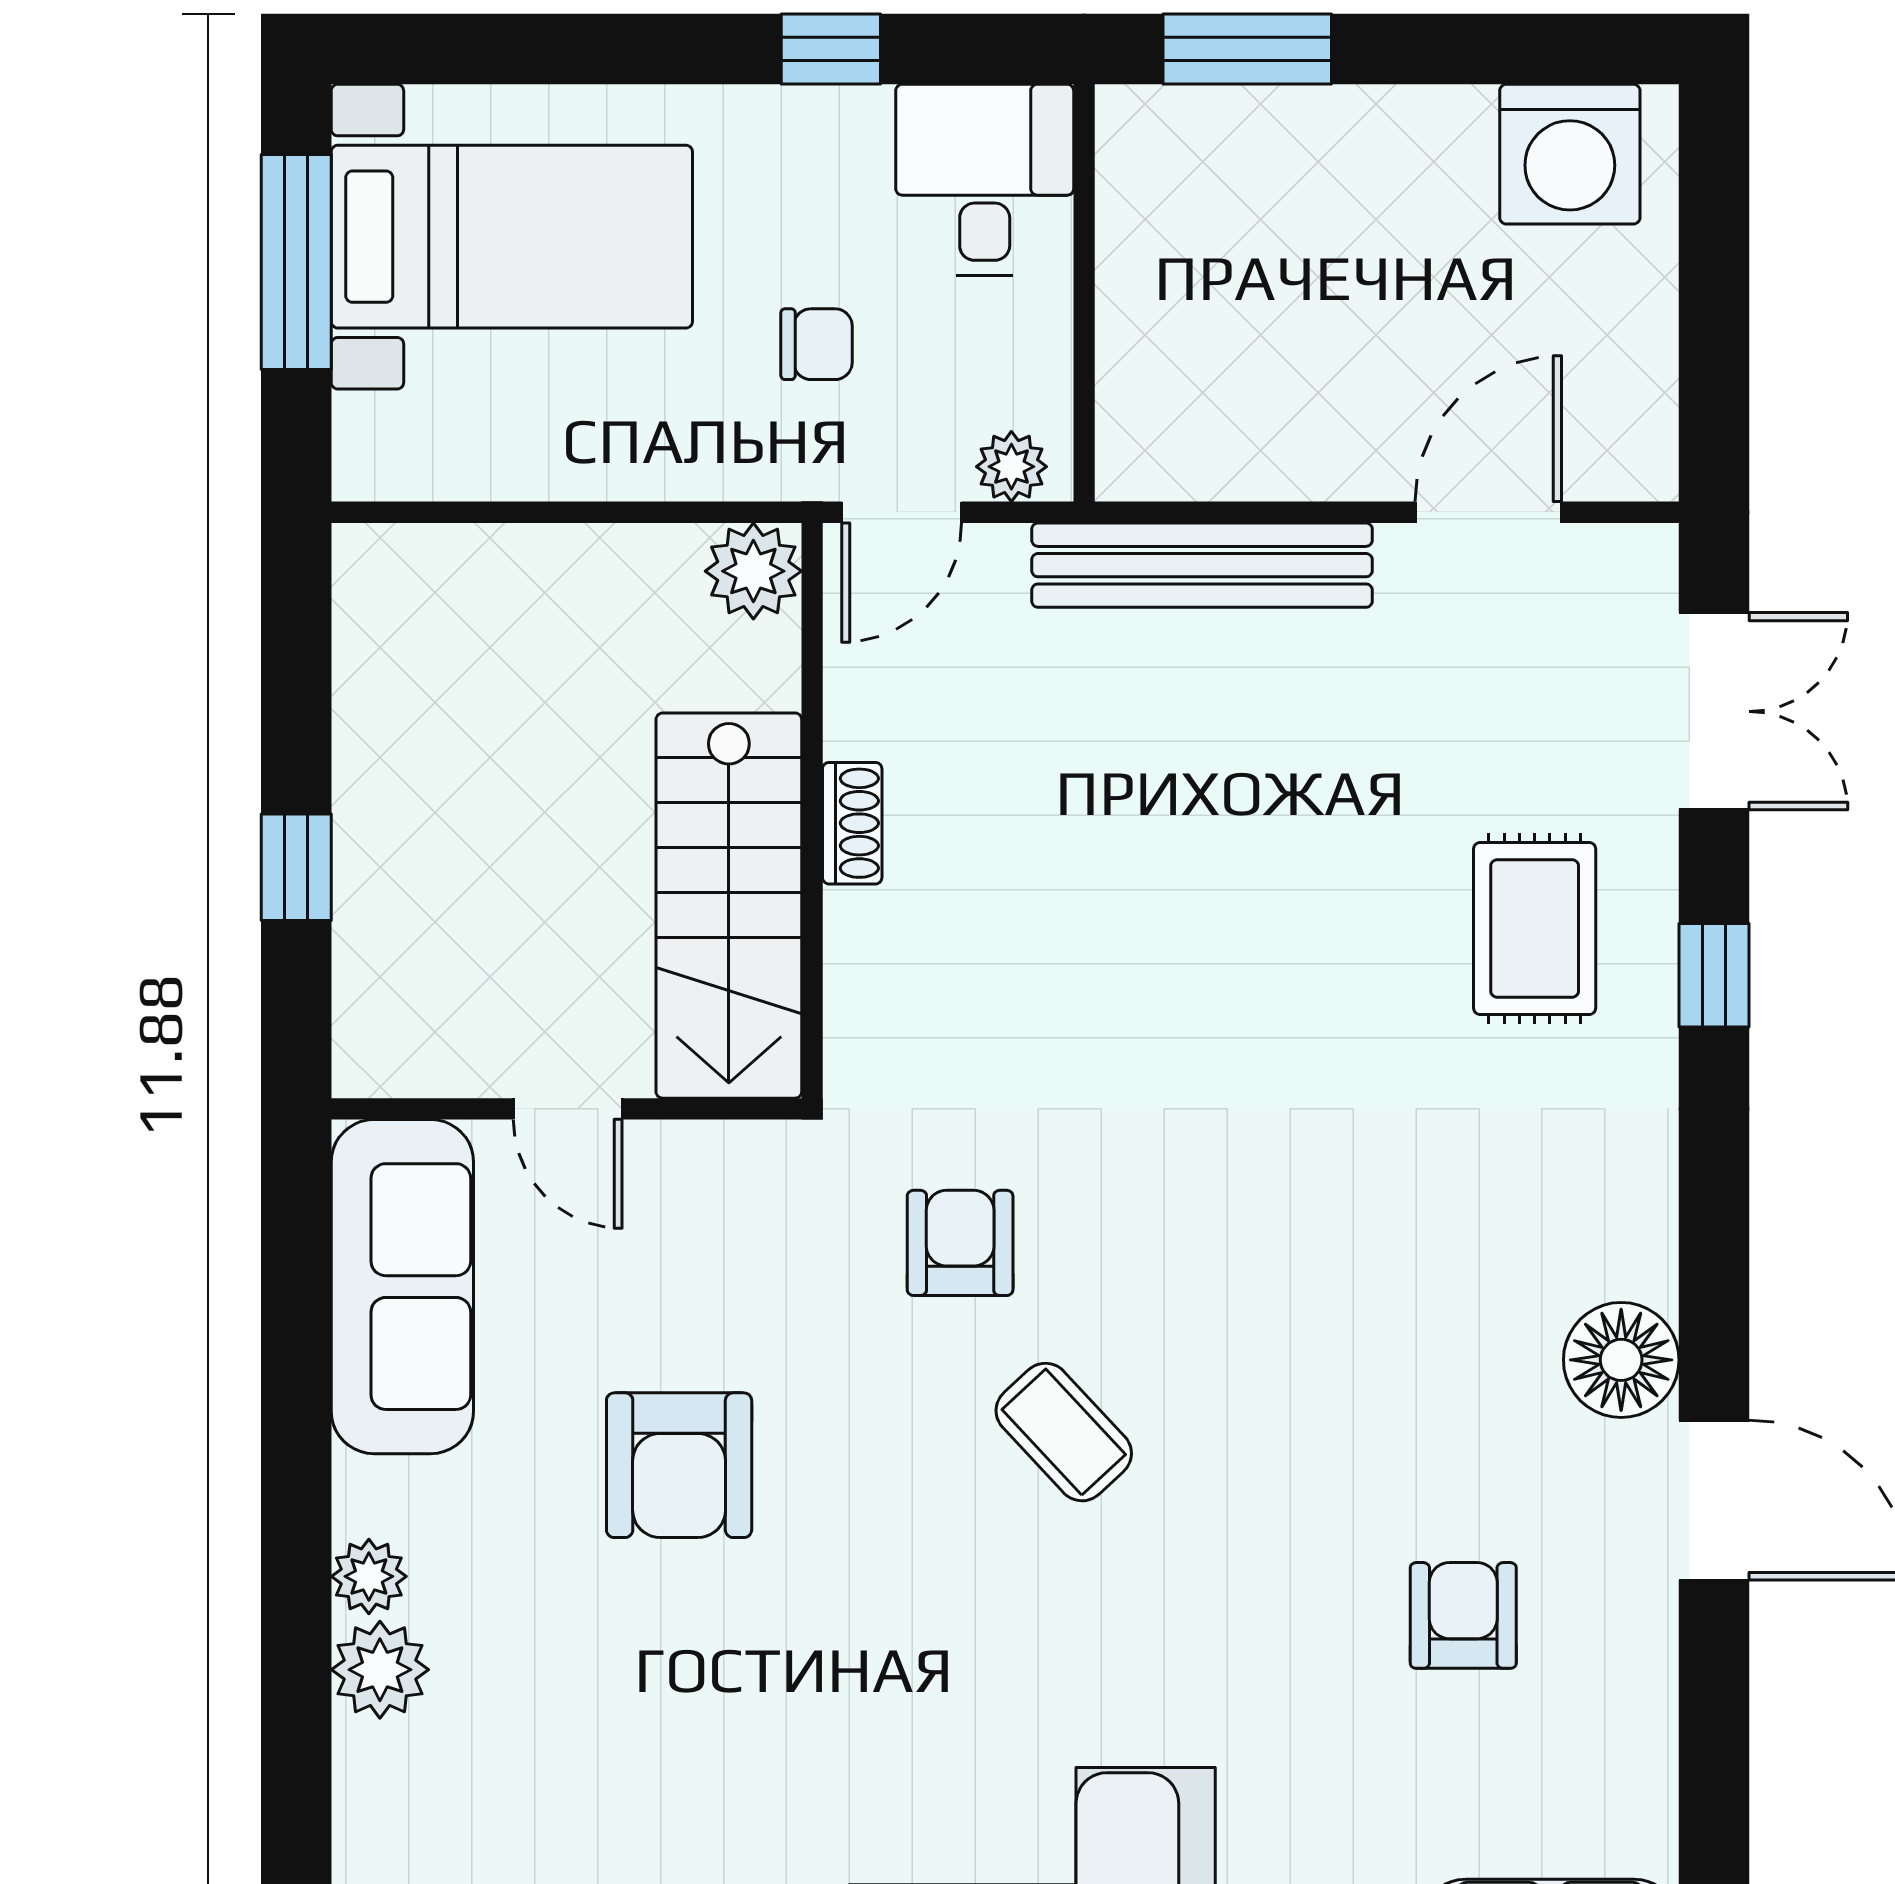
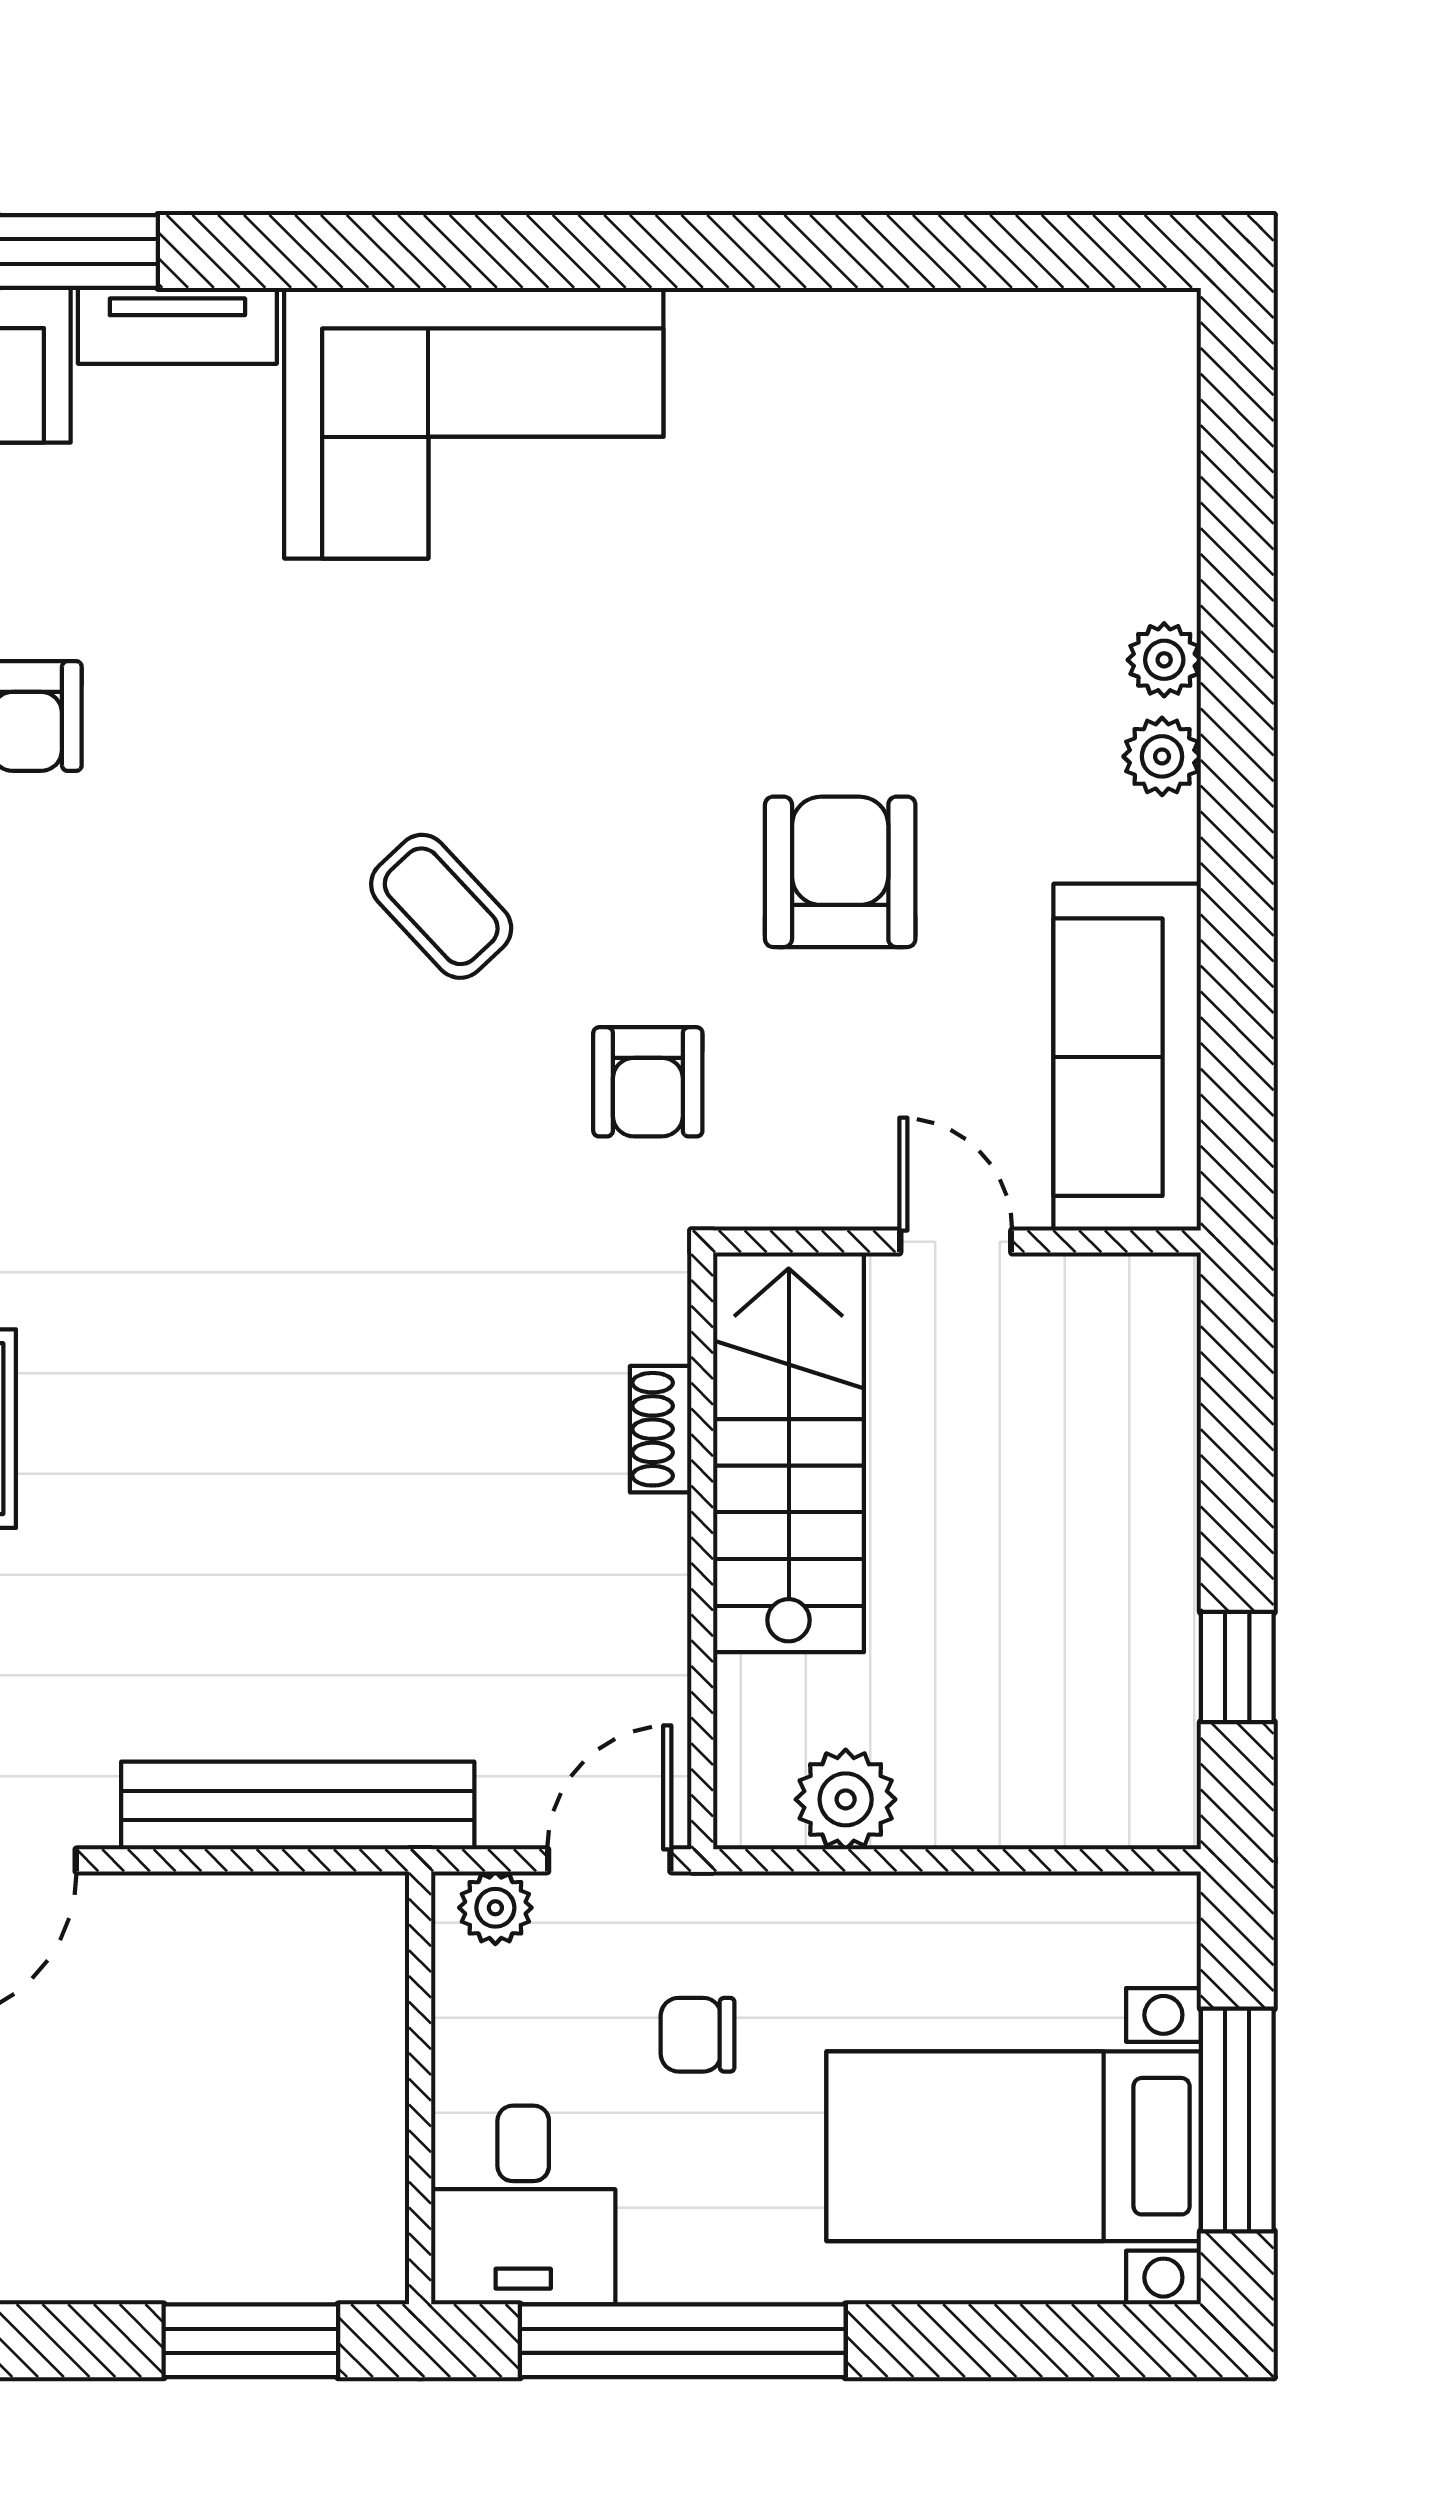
window: (831, 49) -> (683, 2341), width x3.17
plant: (753, 571) -> (846, 1799), moved
shoe rack: (852, 823) -> (661, 1429), moved
window: (296, 867) -> (1237, 1667), moved
armchair: (960, 1243) -> (648, 1082), moved
plant: (380, 1670) -> (1164, 660), width x0.73, depth x0.73

